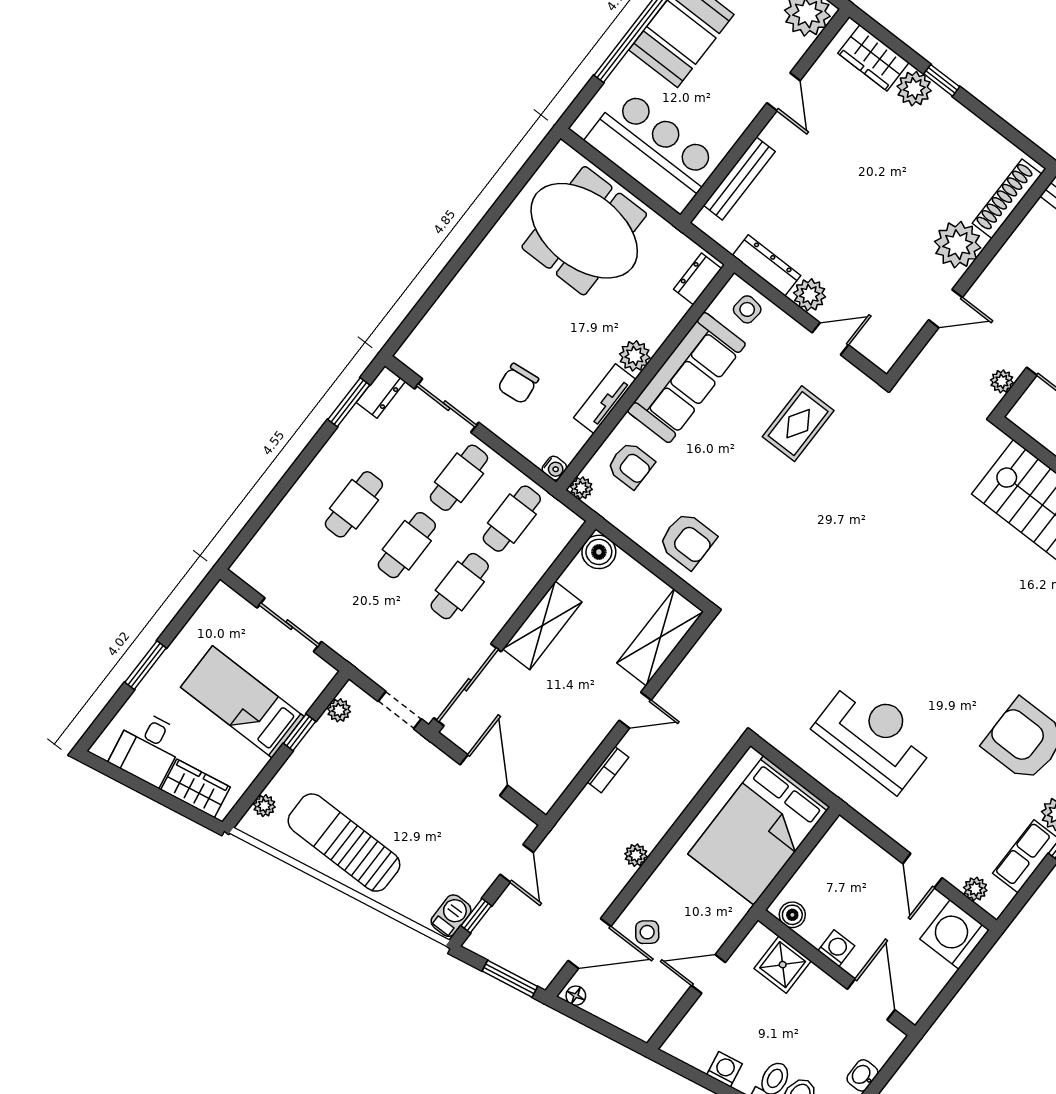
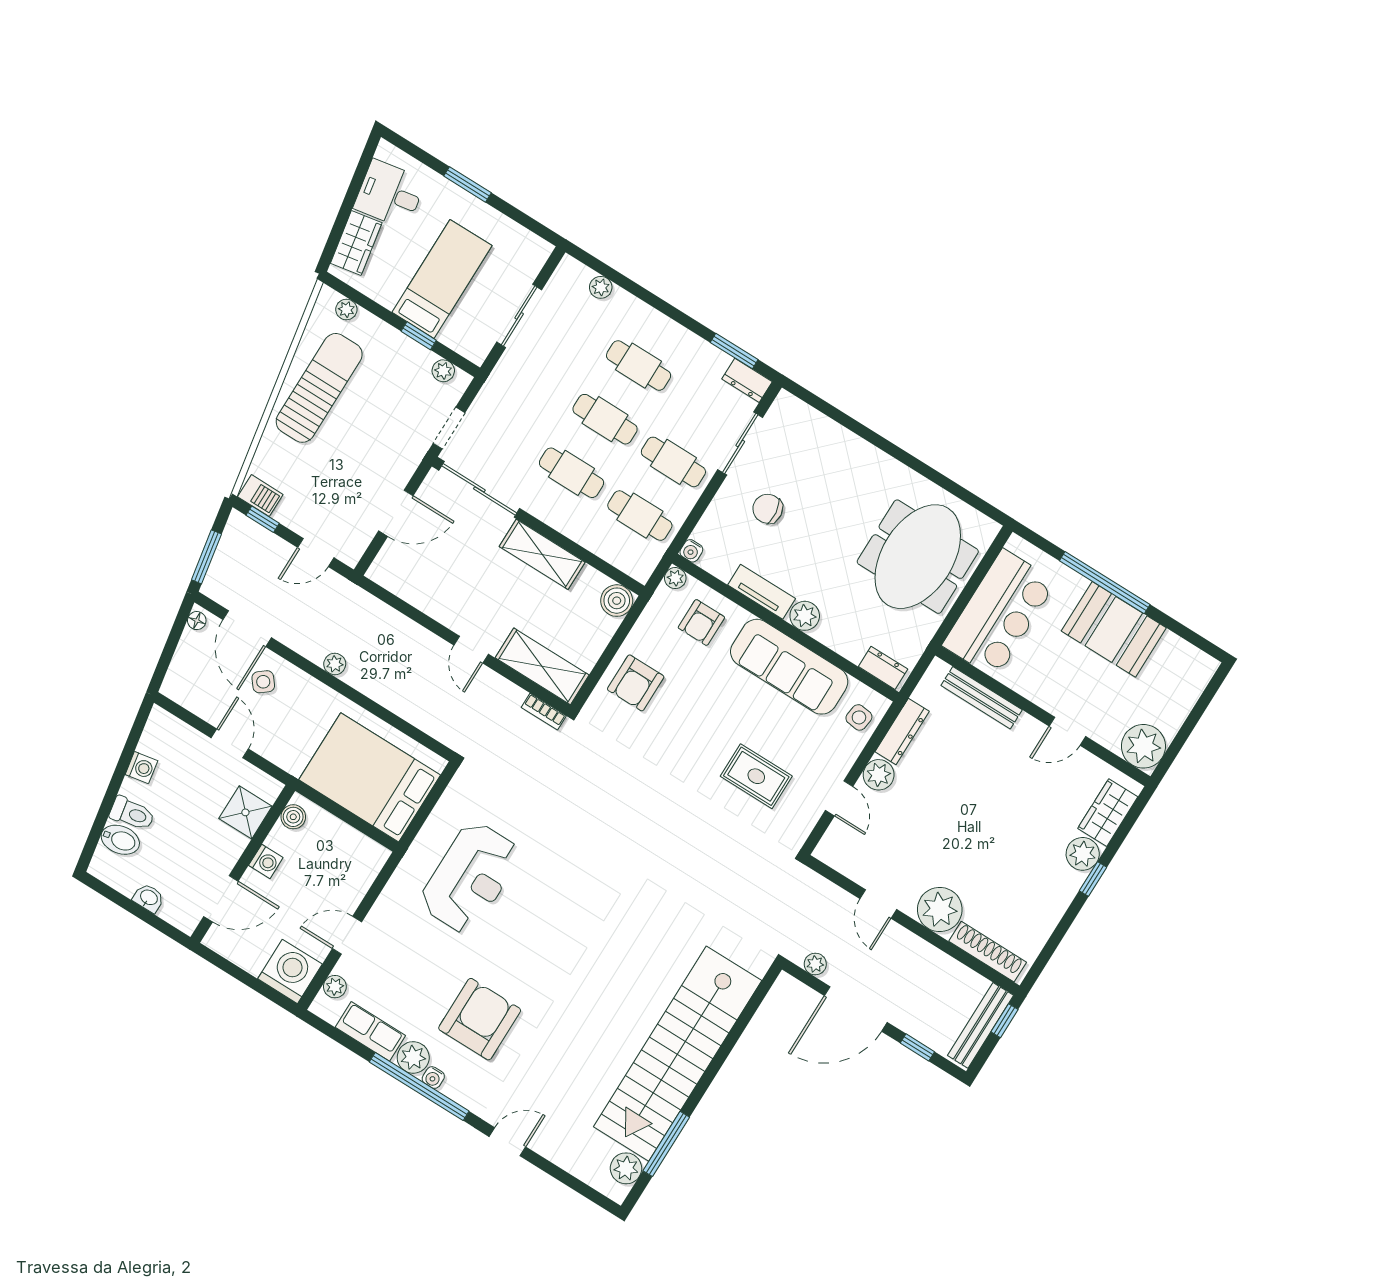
plant: (268, 536) -> (601, 287), added
bookcase: (608, 770) -> (544, 712), moved

